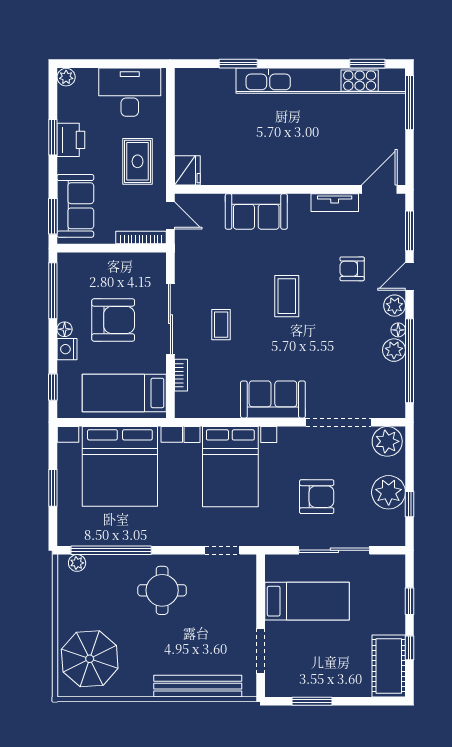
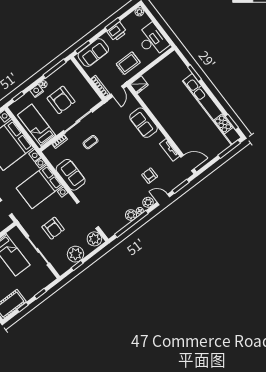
coffee table: (287, 296) -> (120, 159), removed
sofa: (273, 399) -> (71, 175), moved

